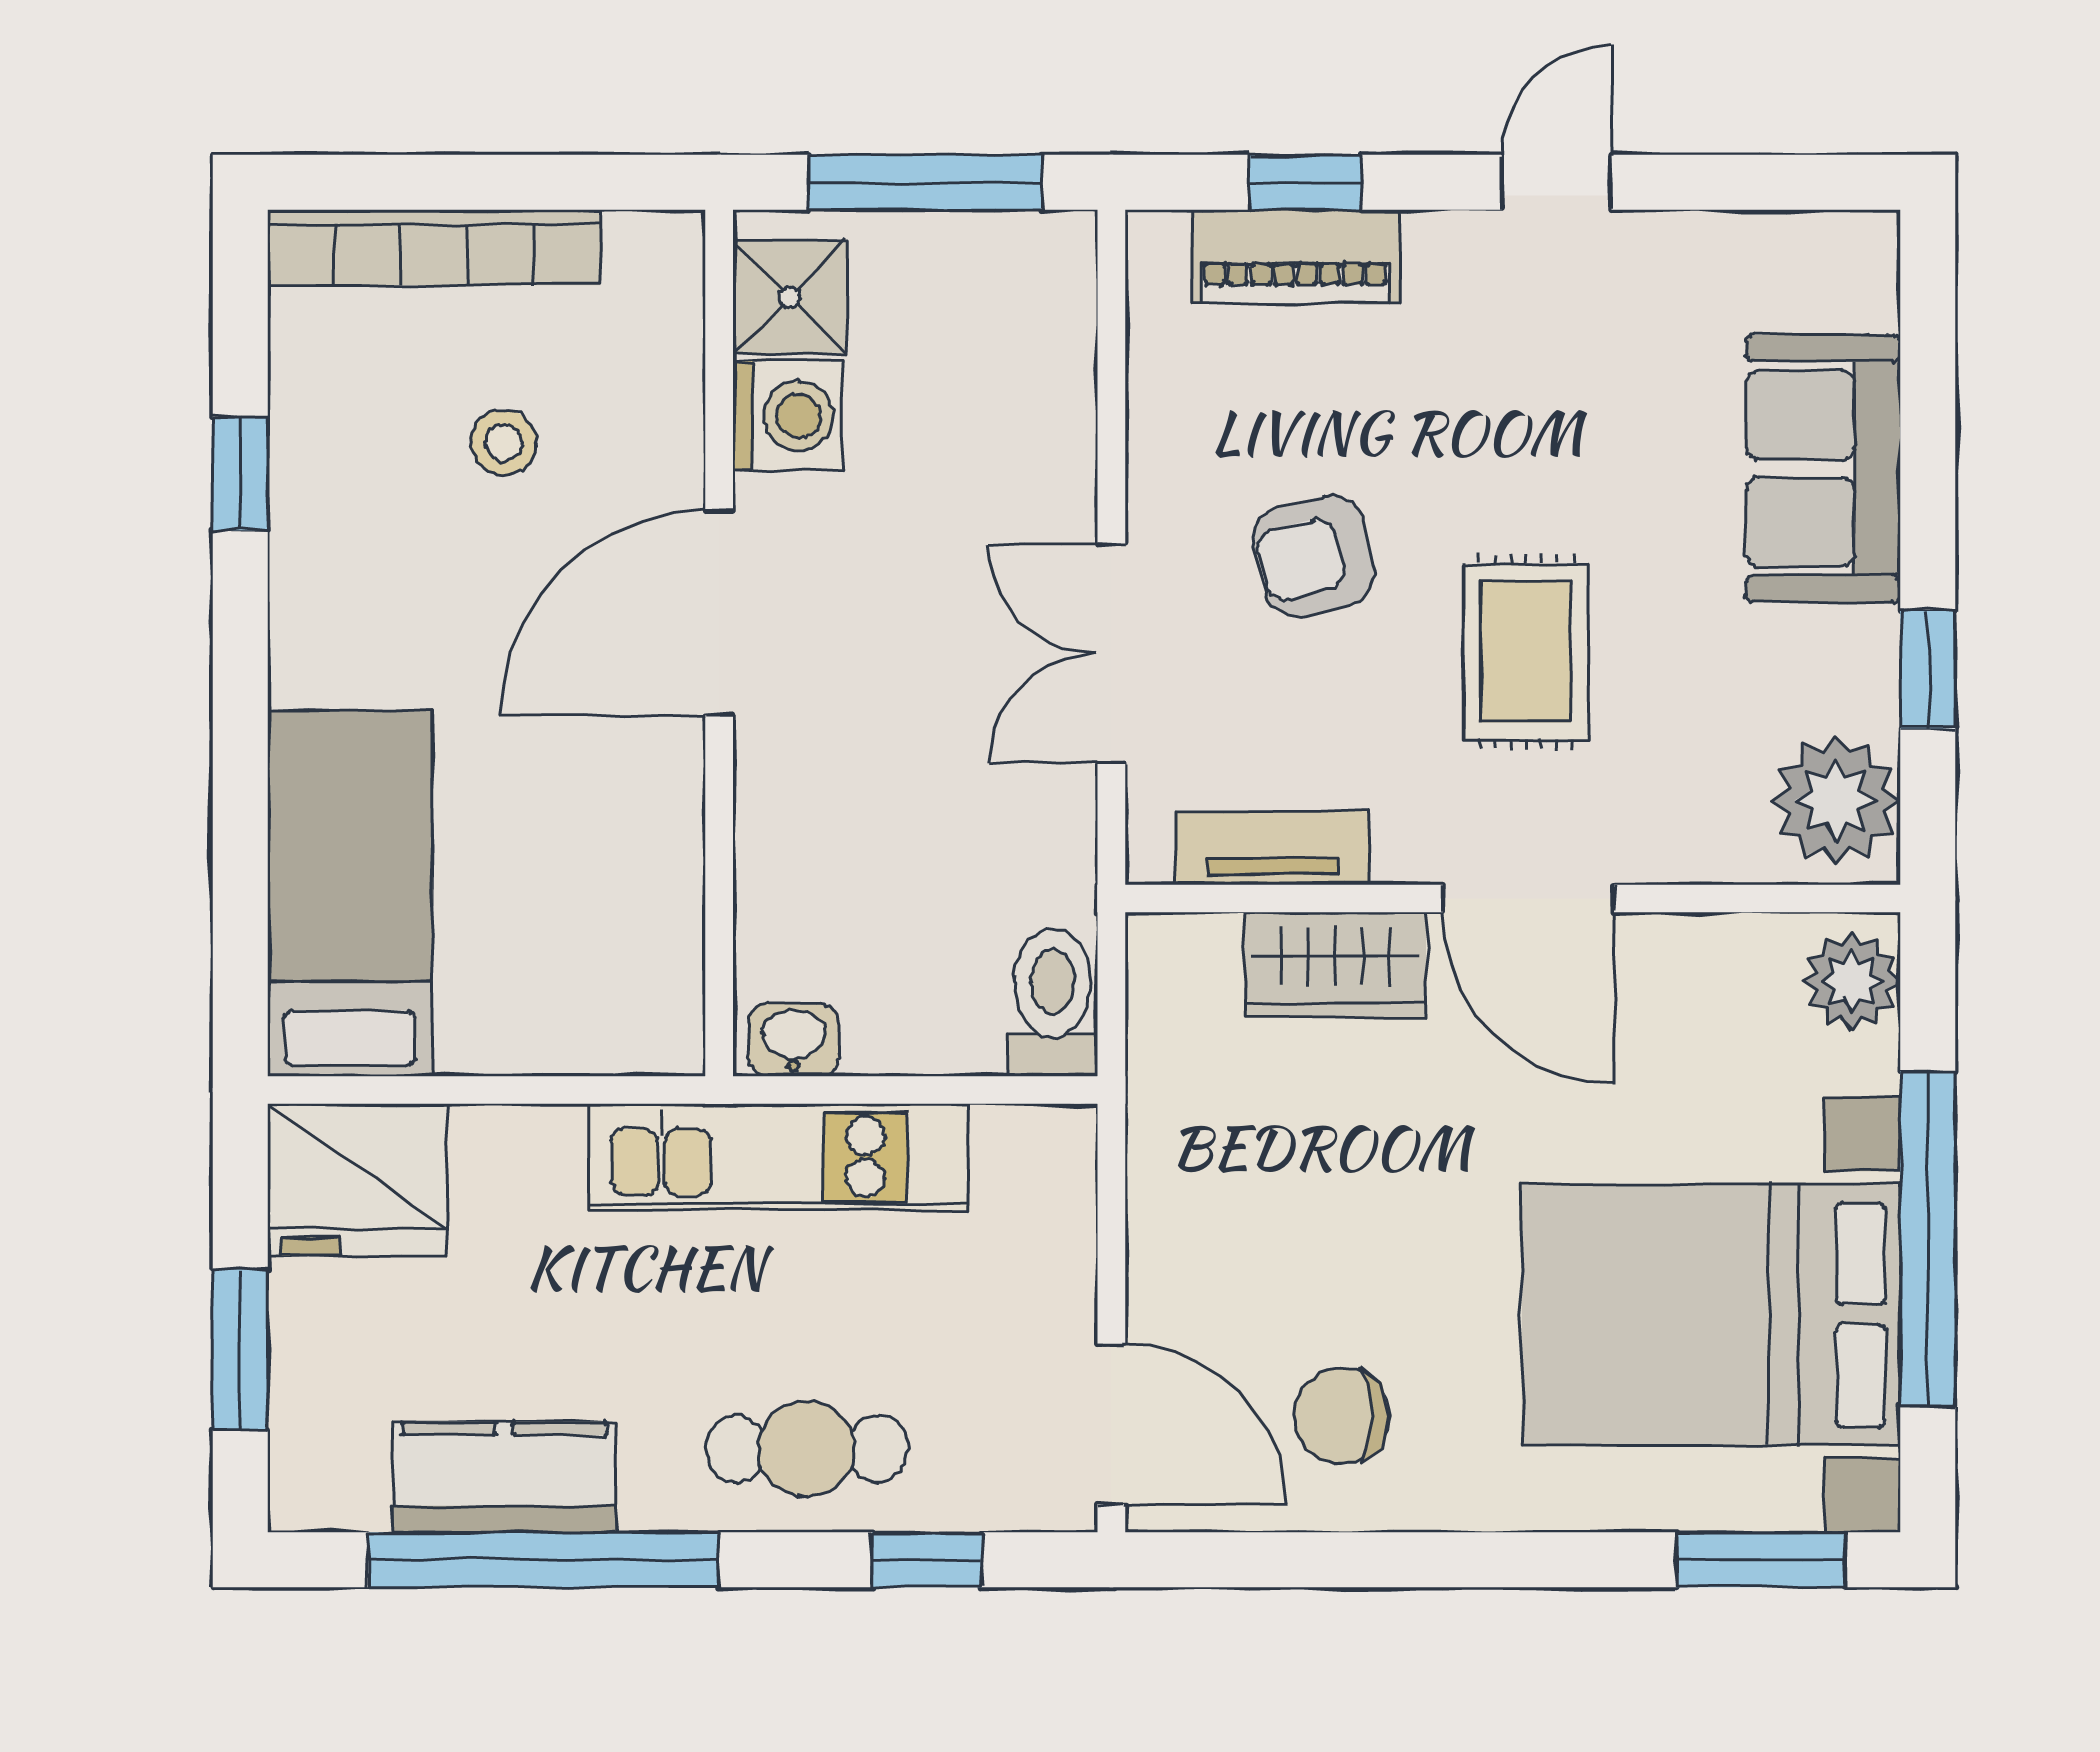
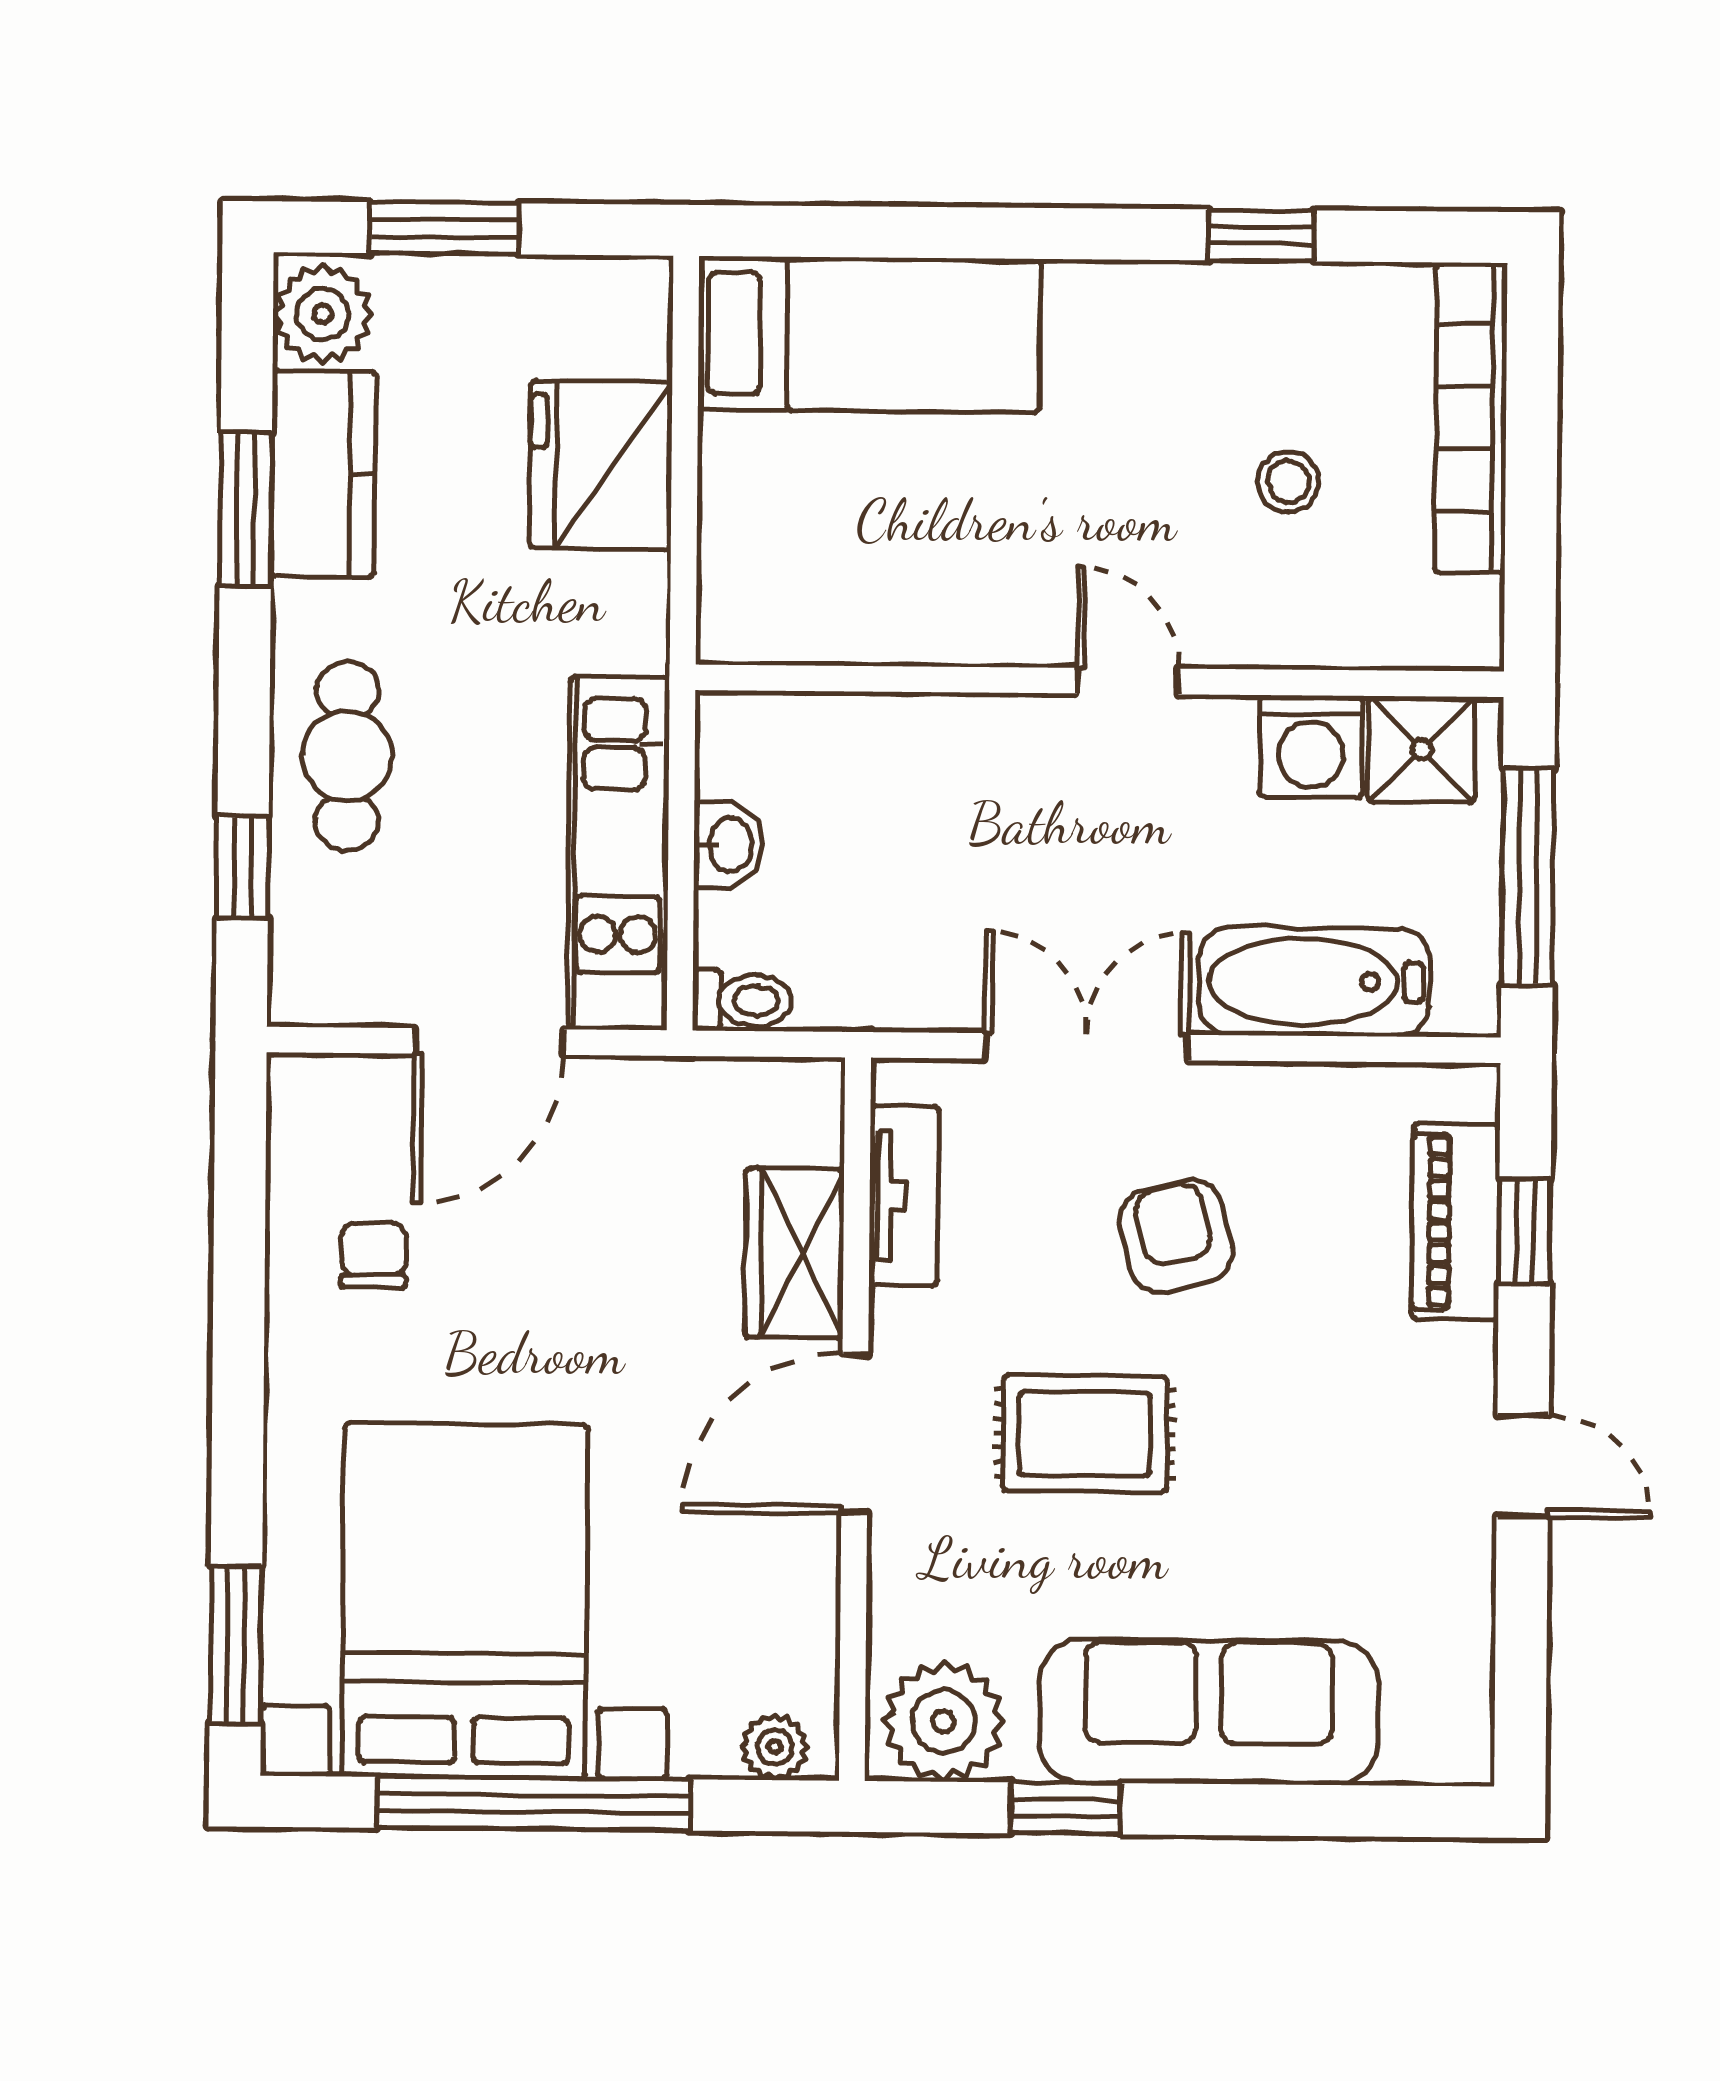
bathtub: (1039, 410) -> (1315, 982), added
sofa: (1823, 468) -> (1209, 1712), width x1.36
door: (719, 613) -> (1128, 681), width x0.53
plant: (1851, 981) -> (775, 1747), width x0.73, depth x0.73
toilet: (1053, 1002) -> (742, 1000), width x0.73, depth x0.72
washbasin: (794, 1039) -> (728, 845), moved
kitchen unit: (778, 1157) -> (619, 853), moved
fridge: (357, 1180) -> (601, 465), moved
chair: (1341, 1416) -> (374, 1255), width x0.73, depth x0.73
door: (1111, 1424) -> (489, 1041), moved
plant: (333, 1479) -> (323, 314), added
window: (543, 1560) -> (246, 509), width x0.47

